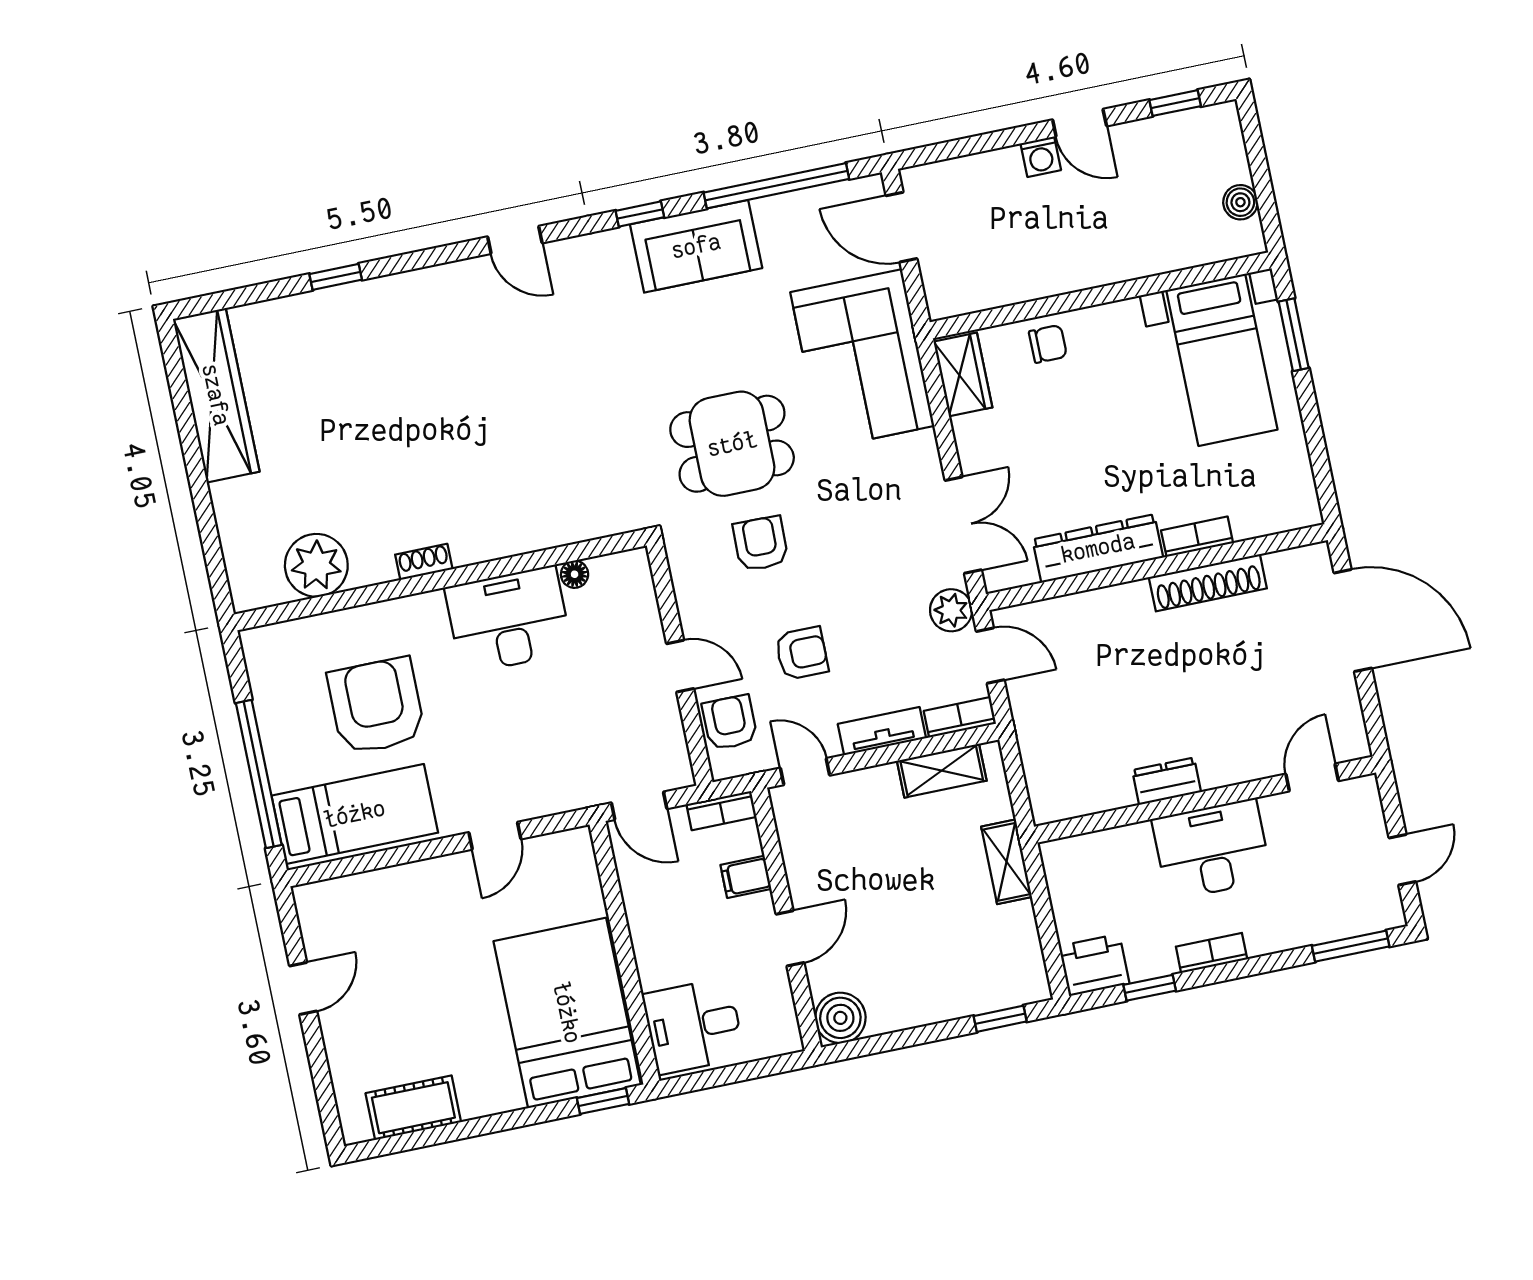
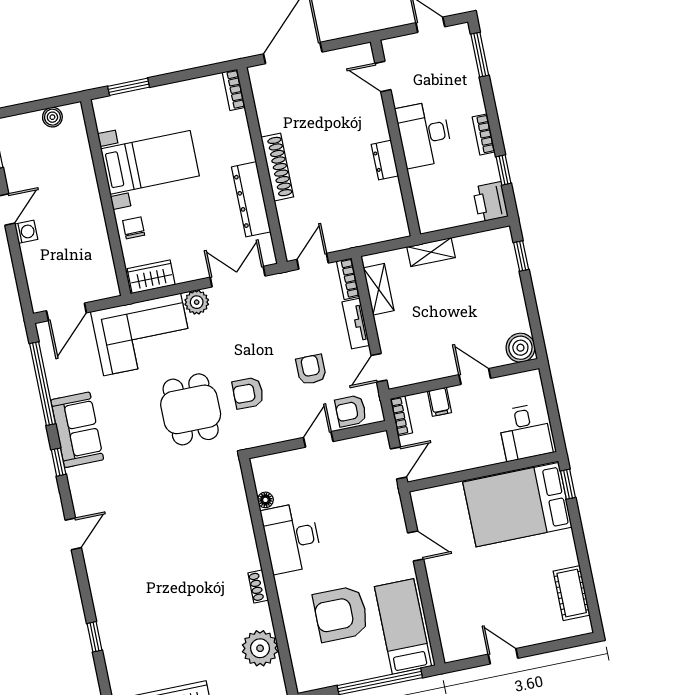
bed with nightstands: (1222, 360) -> (150, 162), moved
bookcase: (1197, 537) -> (234, 90), moved
shoe rack: (1208, 583) -> (277, 167), moved
plant: (951, 610) -> (197, 302), moved

